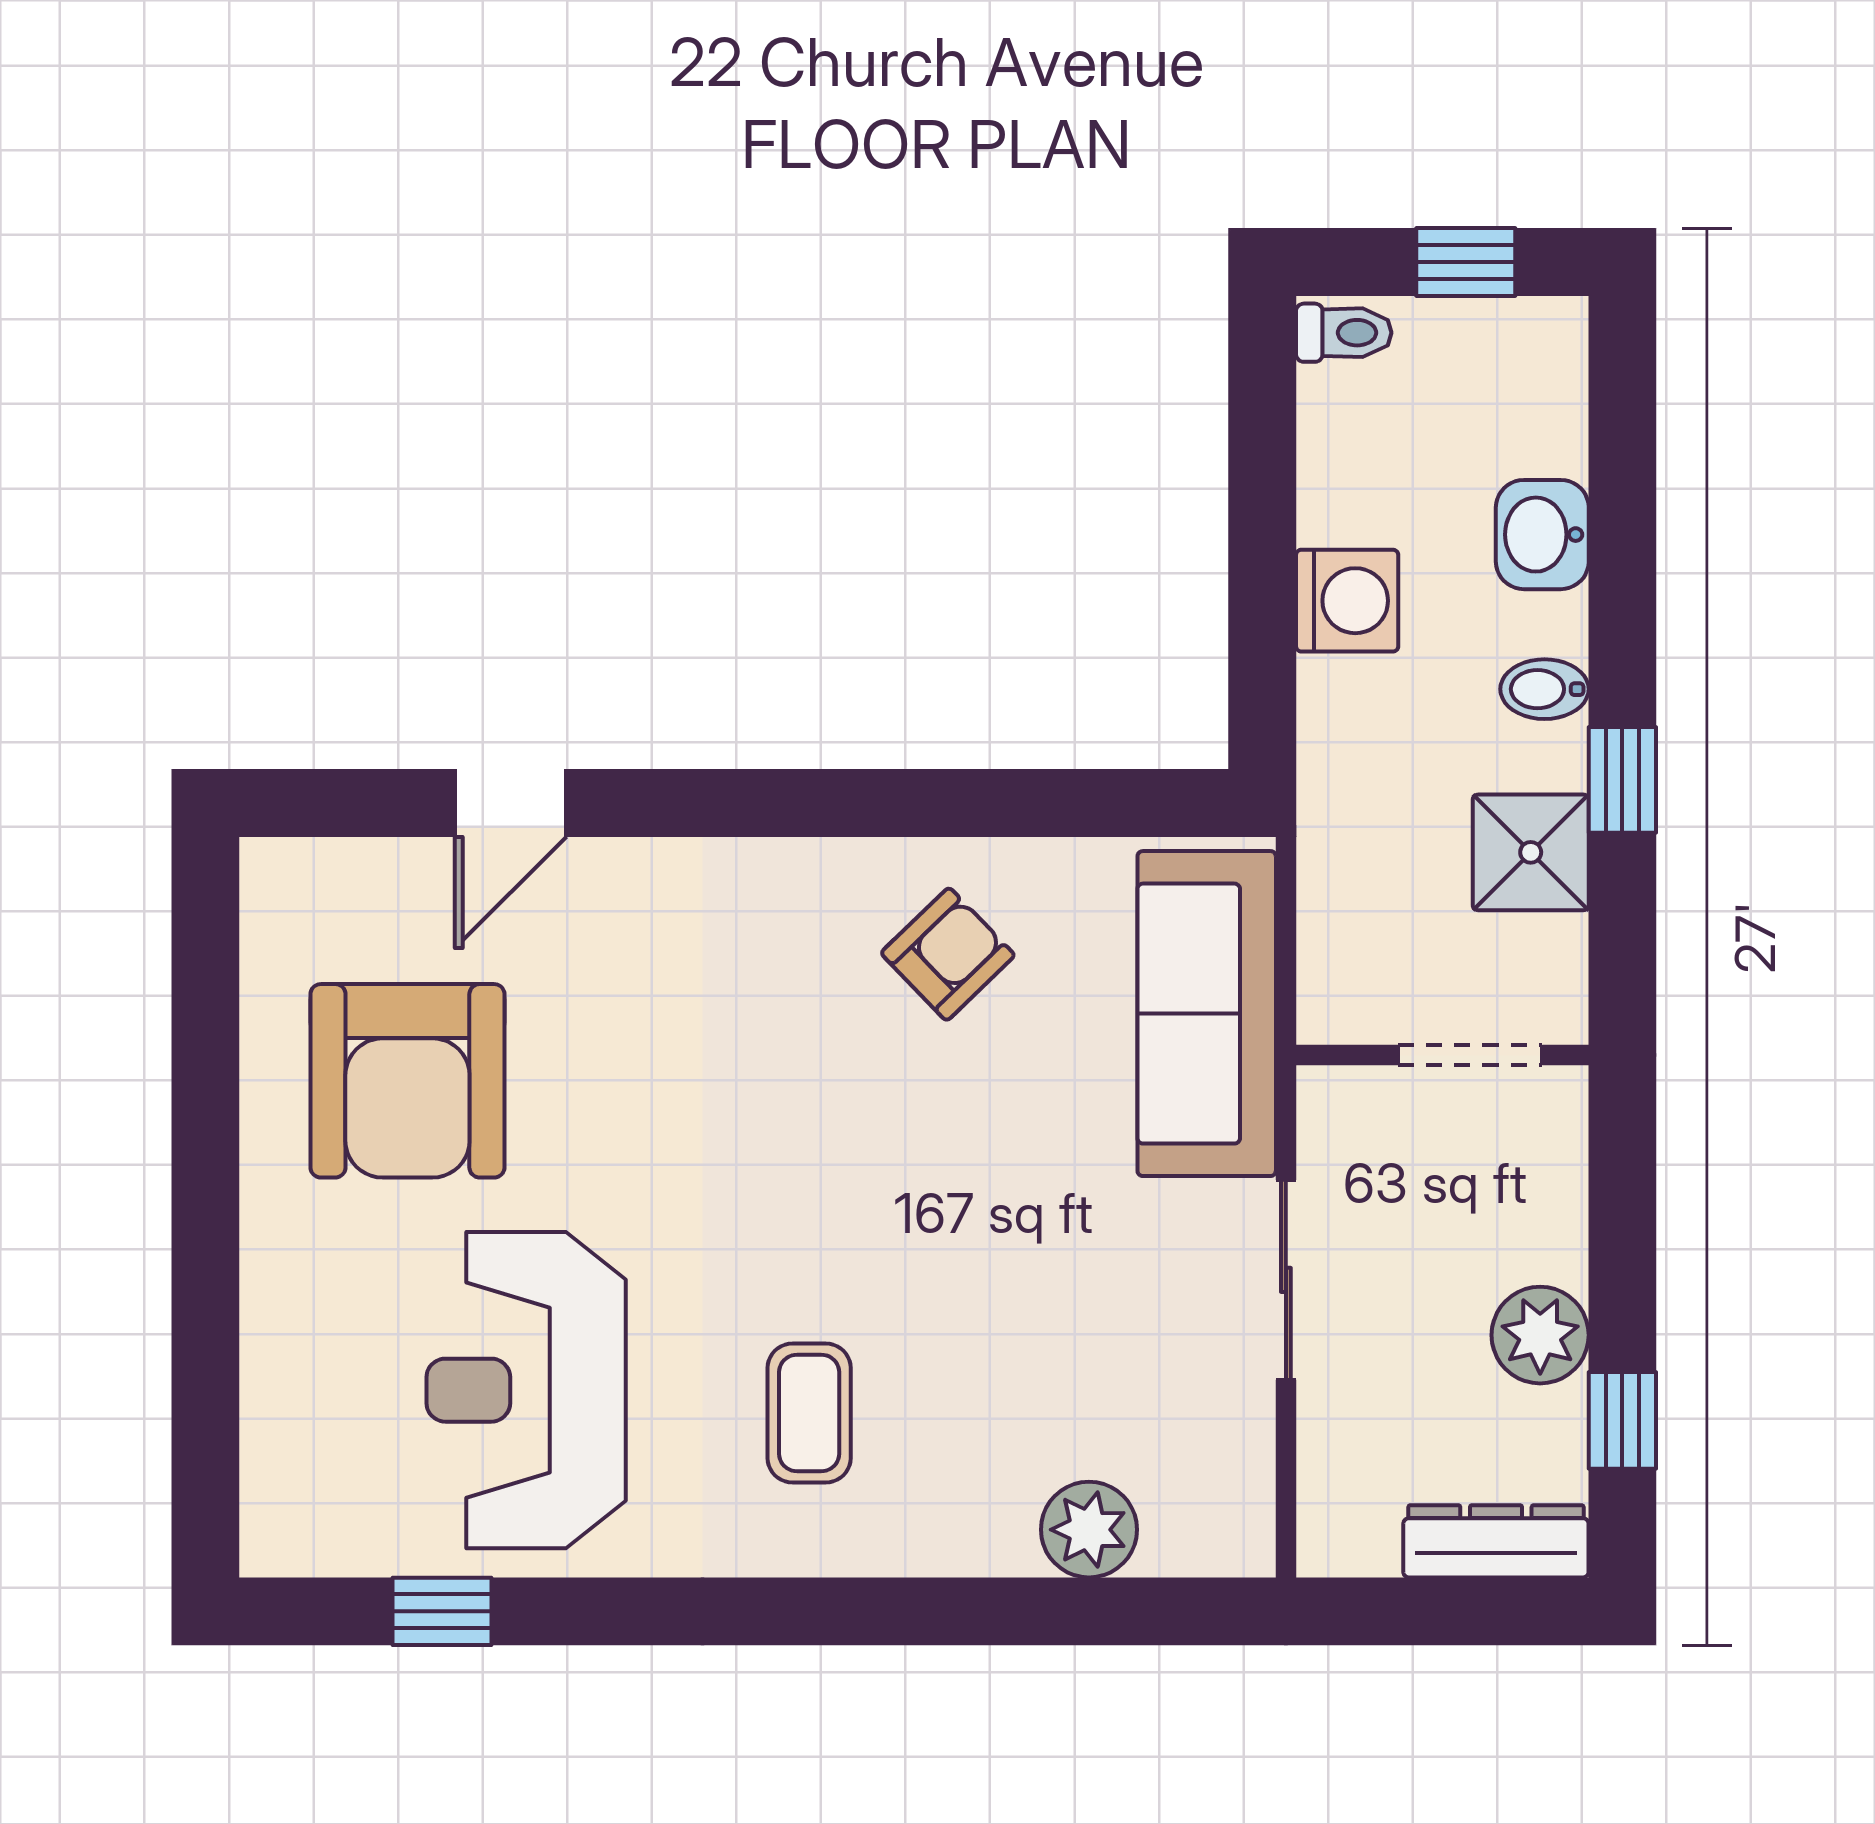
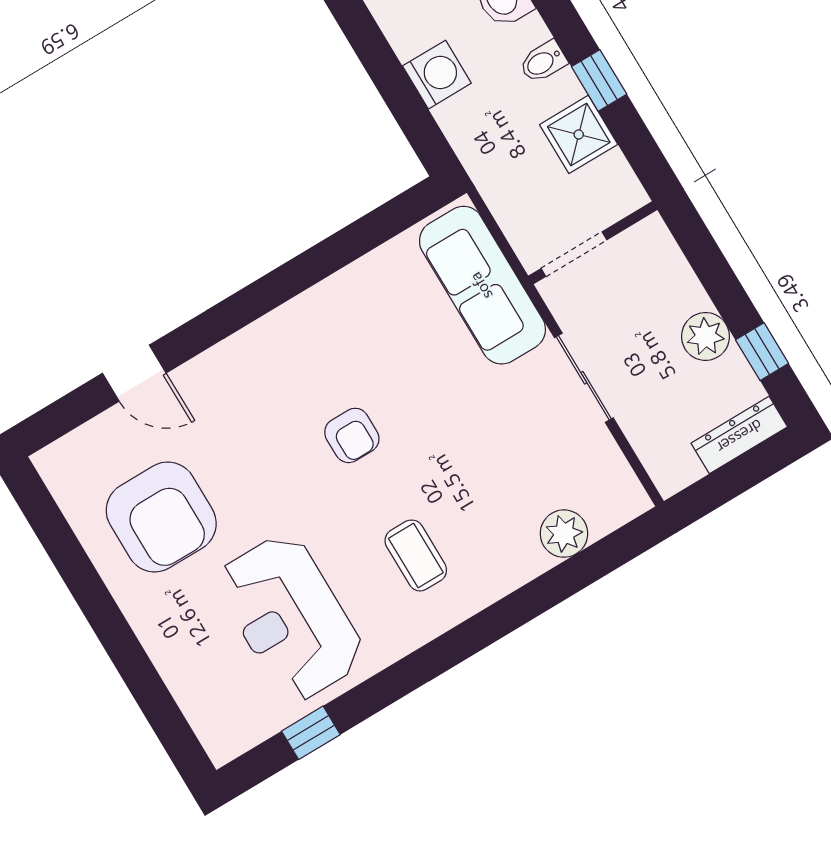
door: (511, 803) -> (134, 373), hinge flipped
armchair: (948, 954) -> (352, 435), moved, turned 134
doorway: (1470, 1055) -> (574, 254), moved

